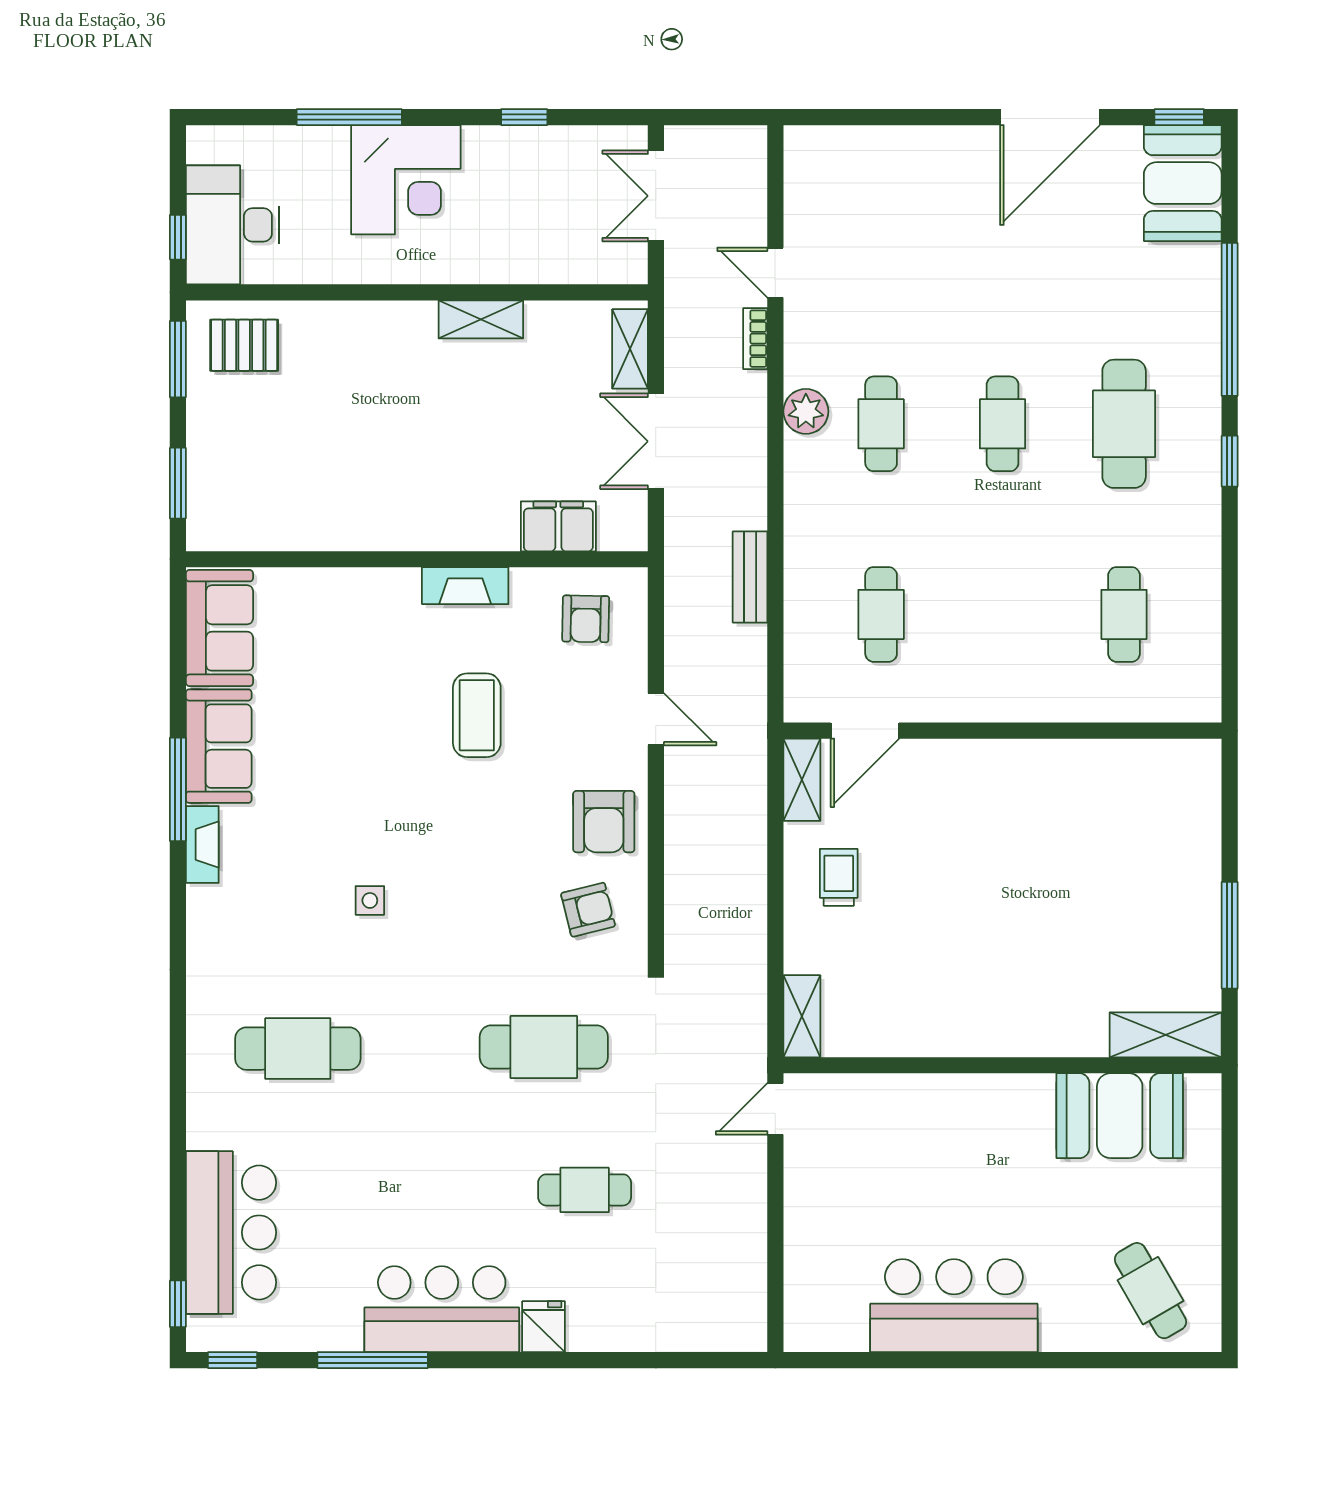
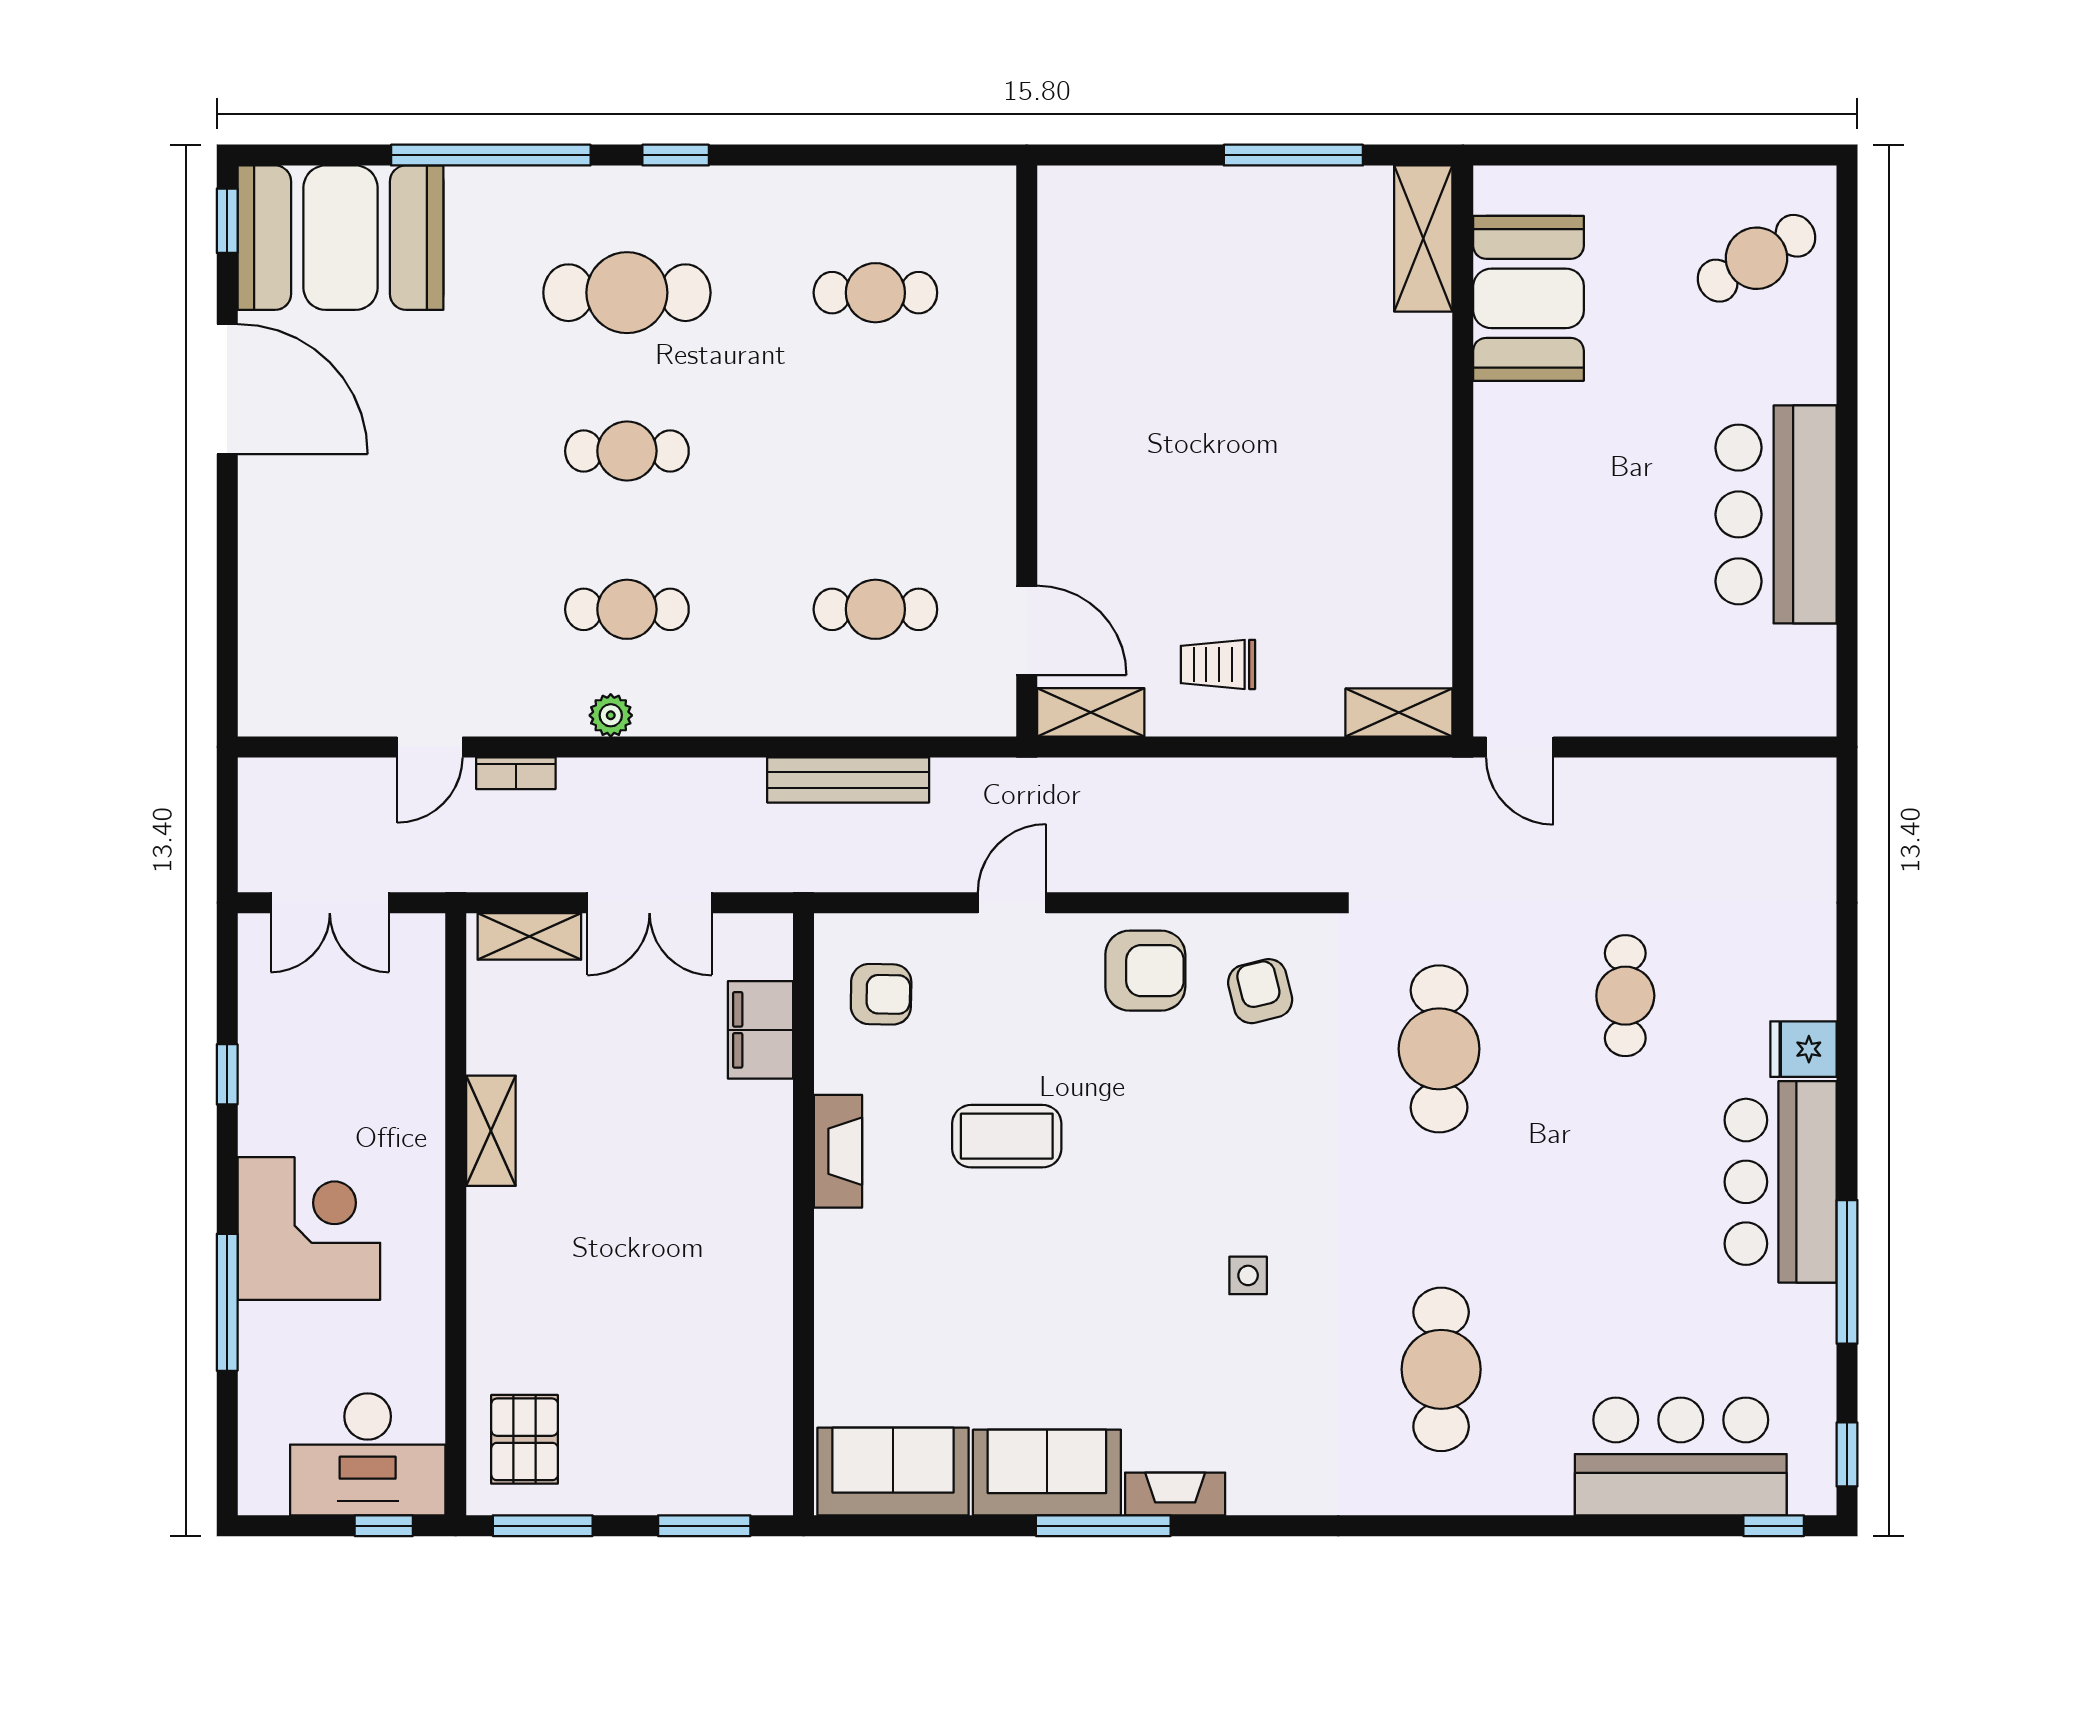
booth: (1183, 183) -> (341, 238), width x1.36, depth x1.42
plant: (806, 411) -> (611, 715), width x0.73, depth x0.73
bench: (750, 577) -> (848, 780), width x1.36

